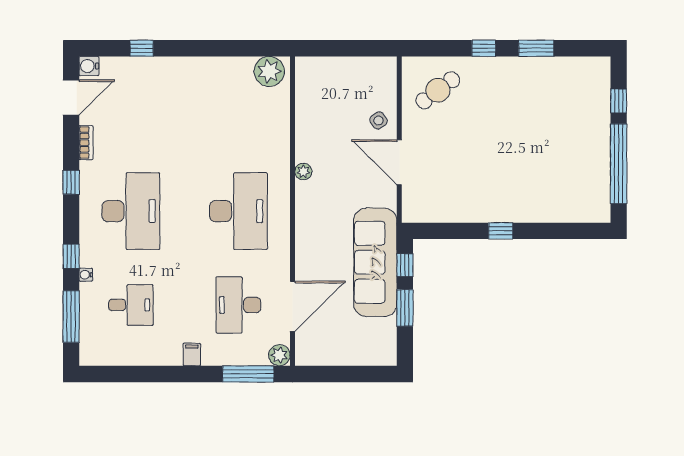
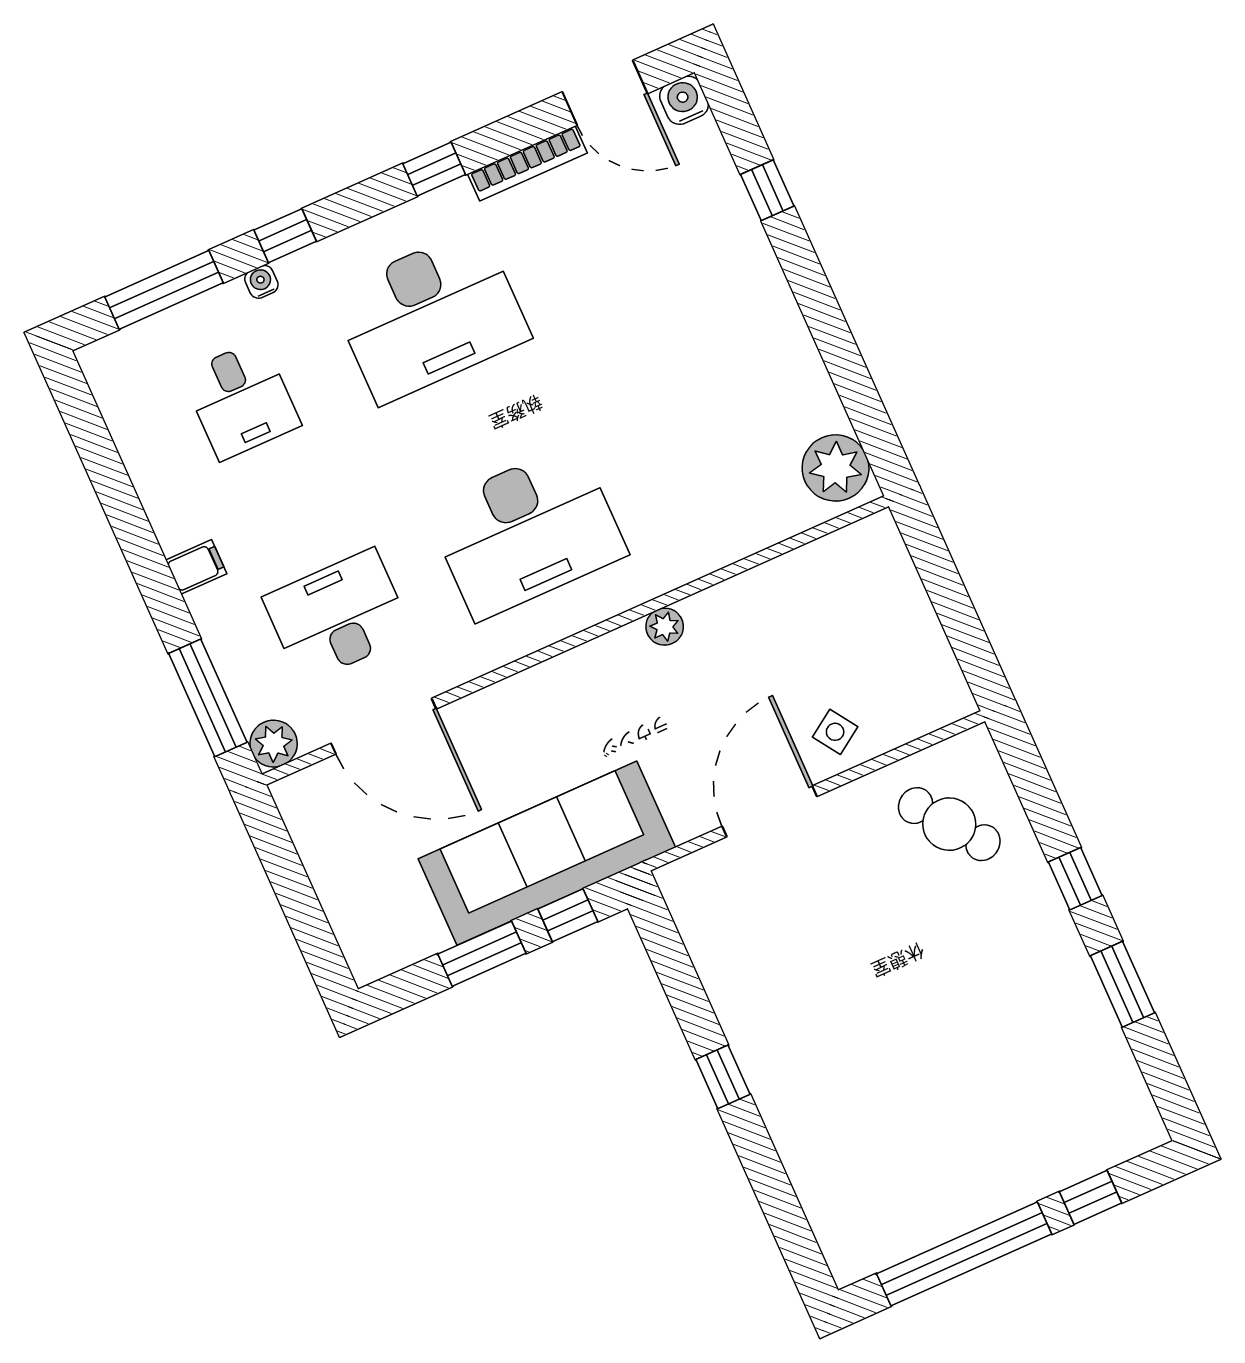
bookcase: (86, 143) -> (527, 163), width x1.56

